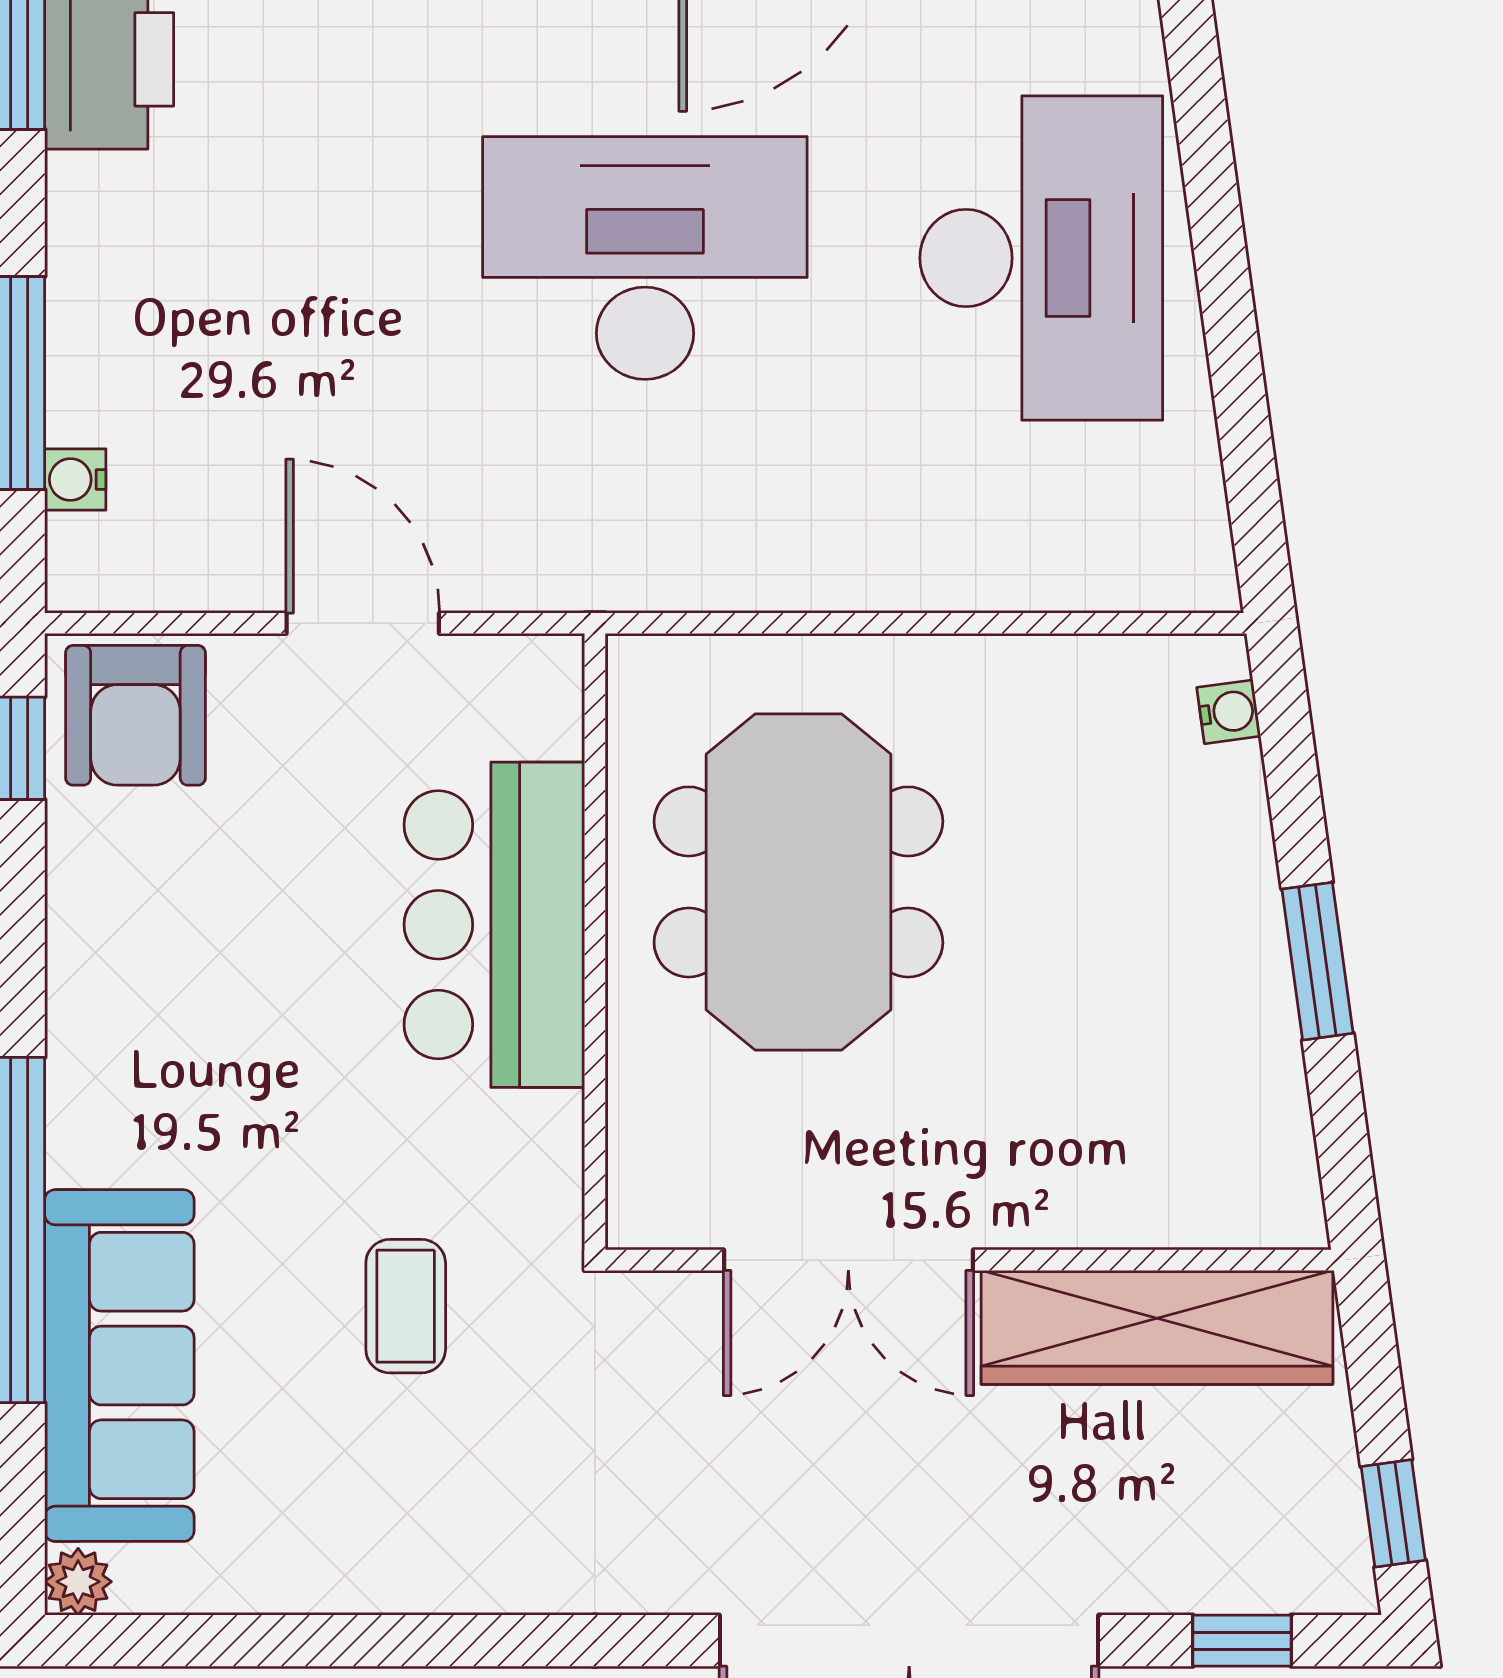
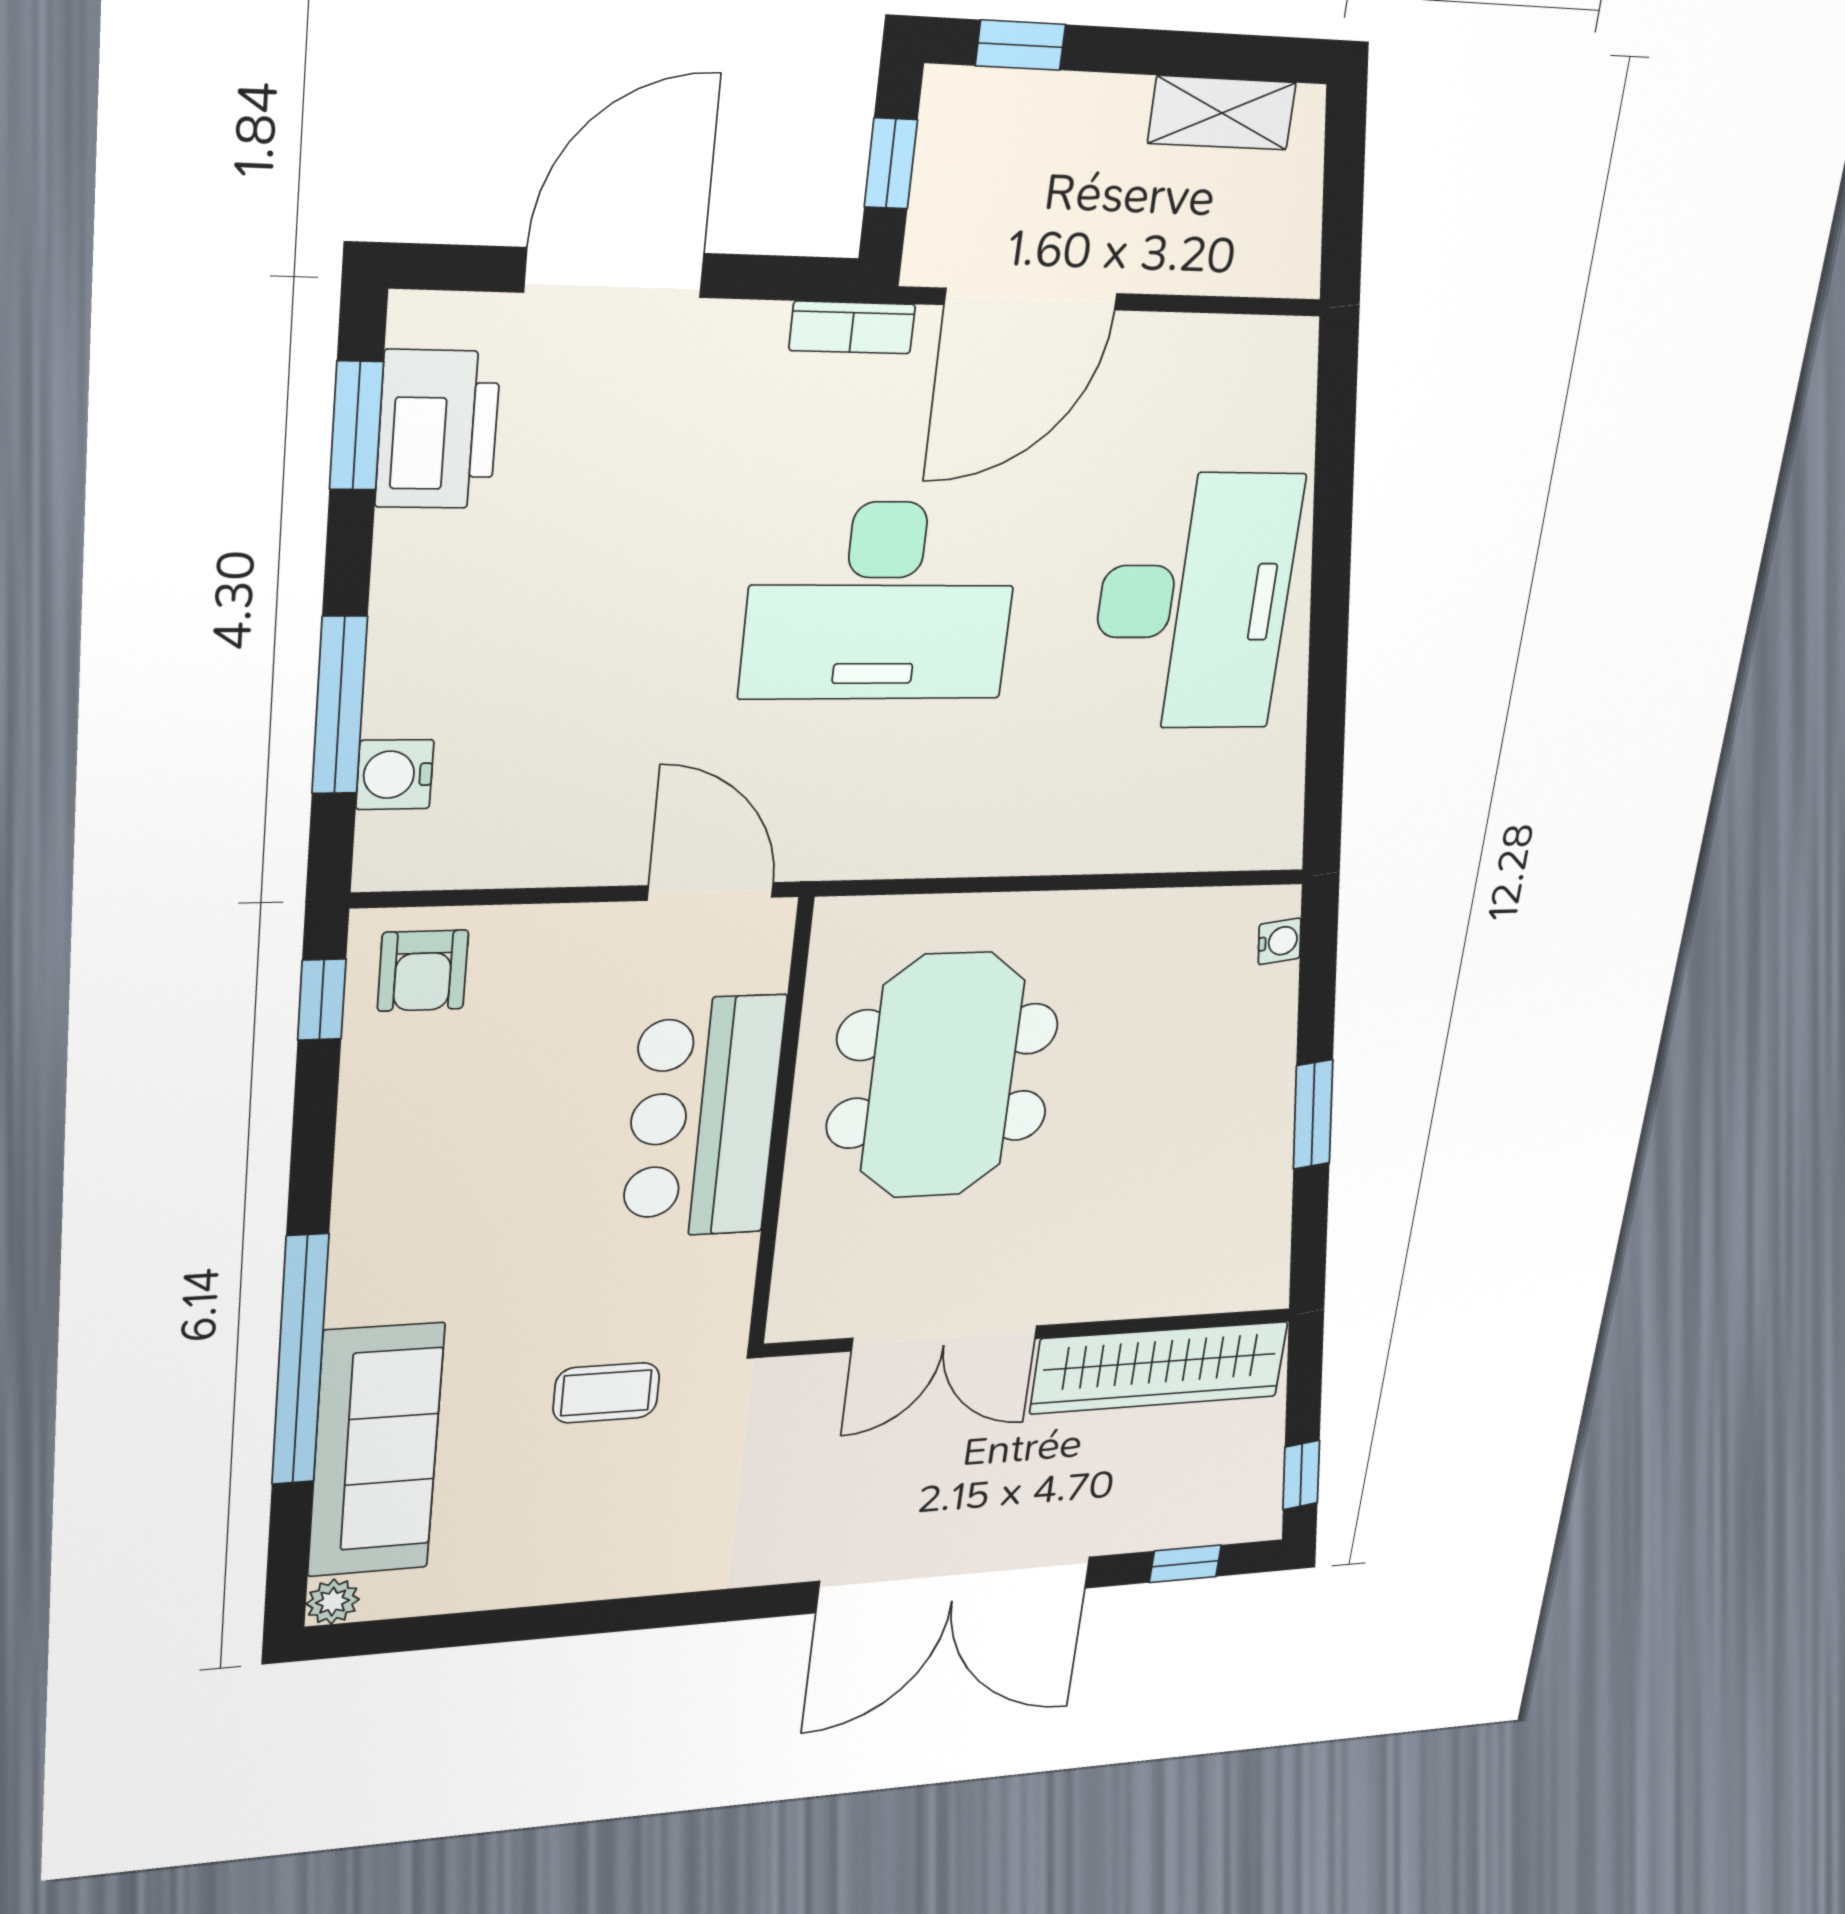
desk: (645, 258) -> (881, 601), turned 180
water cooler: (75, 480) -> (395, 775), width x1.38, depth x1.38
door: (363, 623) -> (710, 891), moved
armchair: (135, 715) -> (423, 971), width x0.72, depth x0.72
coffee table: (406, 1306) -> (606, 1393), turned 90

